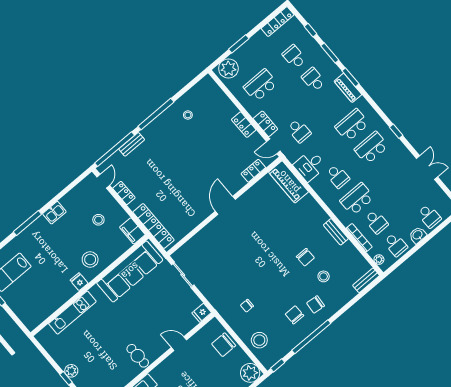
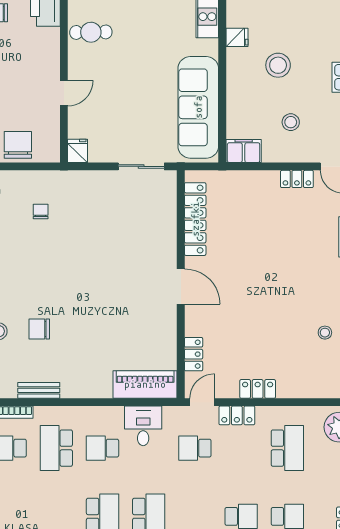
school desk: (357, 199) -> (56, 448), turned 180
locker: (154, 226) -> (195, 219), moved, turned -90
stool: (90, 259) -> (278, 65), moved

